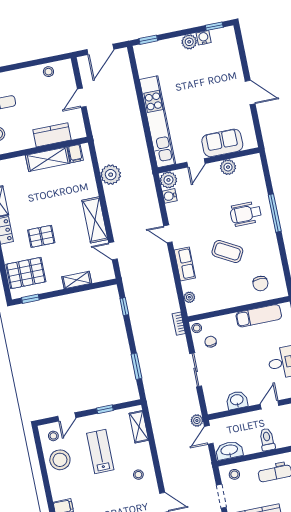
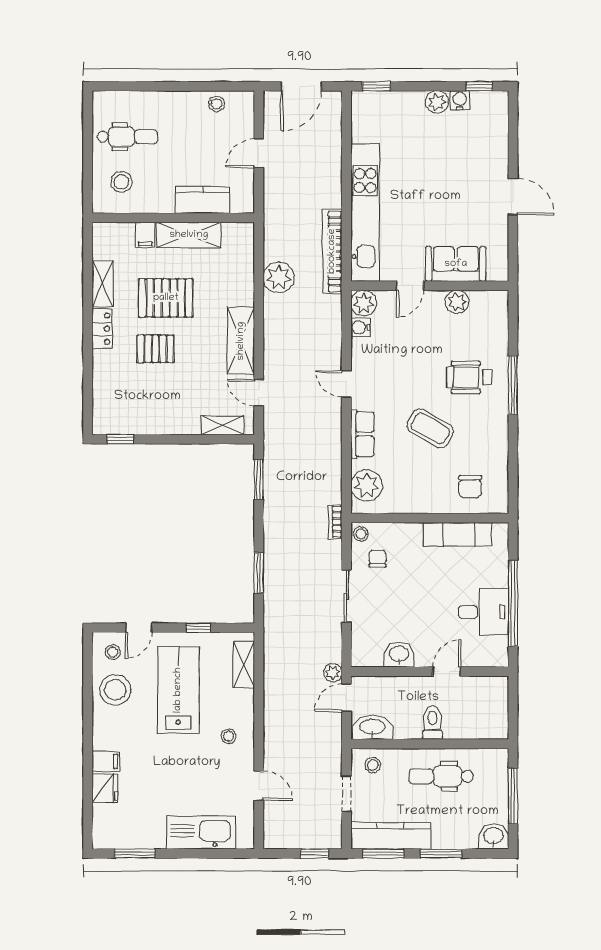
bookcase: (142, 151) -> (332, 251), added
filing cabinet: (75, 153) -> (145, 235), moved
pallet: (26, 273) -> (166, 298), moved
shelving: (77, 280) -> (223, 425), moved
plant: (189, 297) -> (366, 485), width x1.87, depth x1.87
window: (124, 307) -> (259, 480), width x1.50
lab bench: (100, 452) -> (178, 690), width x1.36, depth x1.39

